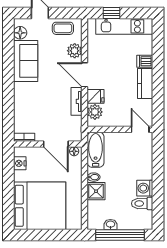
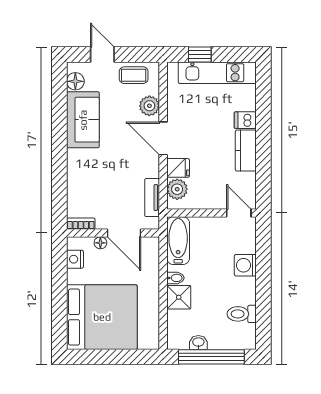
tv unit: (77, 101) -> (152, 198), moved
floor lamp: (74, 151) -> (100, 243), moved
washing machine: (145, 188) -> (245, 265), moved

